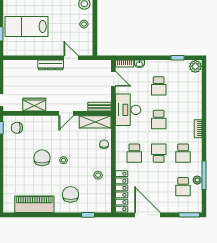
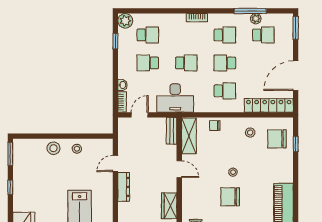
school desk: (159, 86) -> (148, 63), turned 180
school desk: (183, 86) -> (148, 35), added
chair: (70, 194) -> (277, 139), moved

